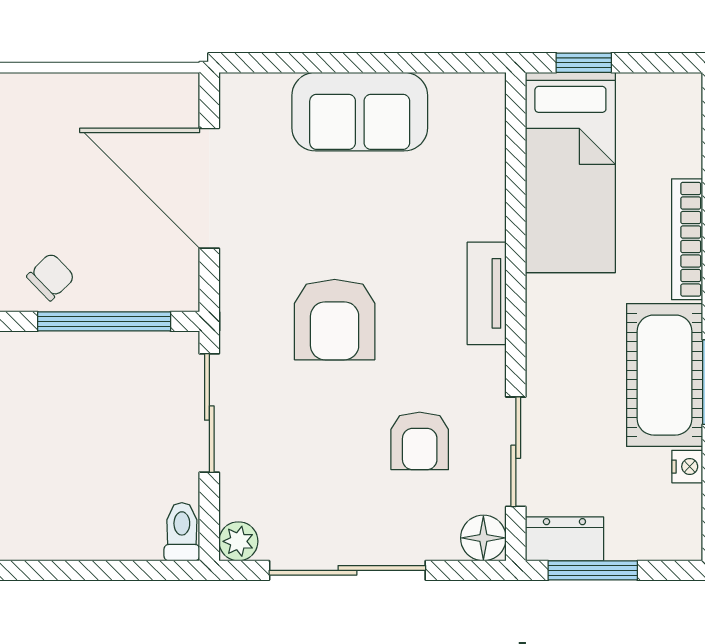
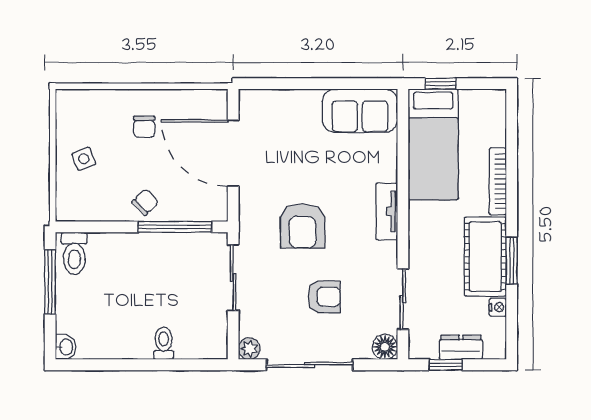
sofa: (360, 112) -> (360, 111), moved
chair: (49, 141) -> (144, 127), added
armchair: (420, 441) -> (324, 297), moved, turned -90
toilet: (182, 532) -> (164, 343), moved
dresser: (564, 539) -> (461, 347), moved
window: (593, 570) -> (446, 365), width x0.67

